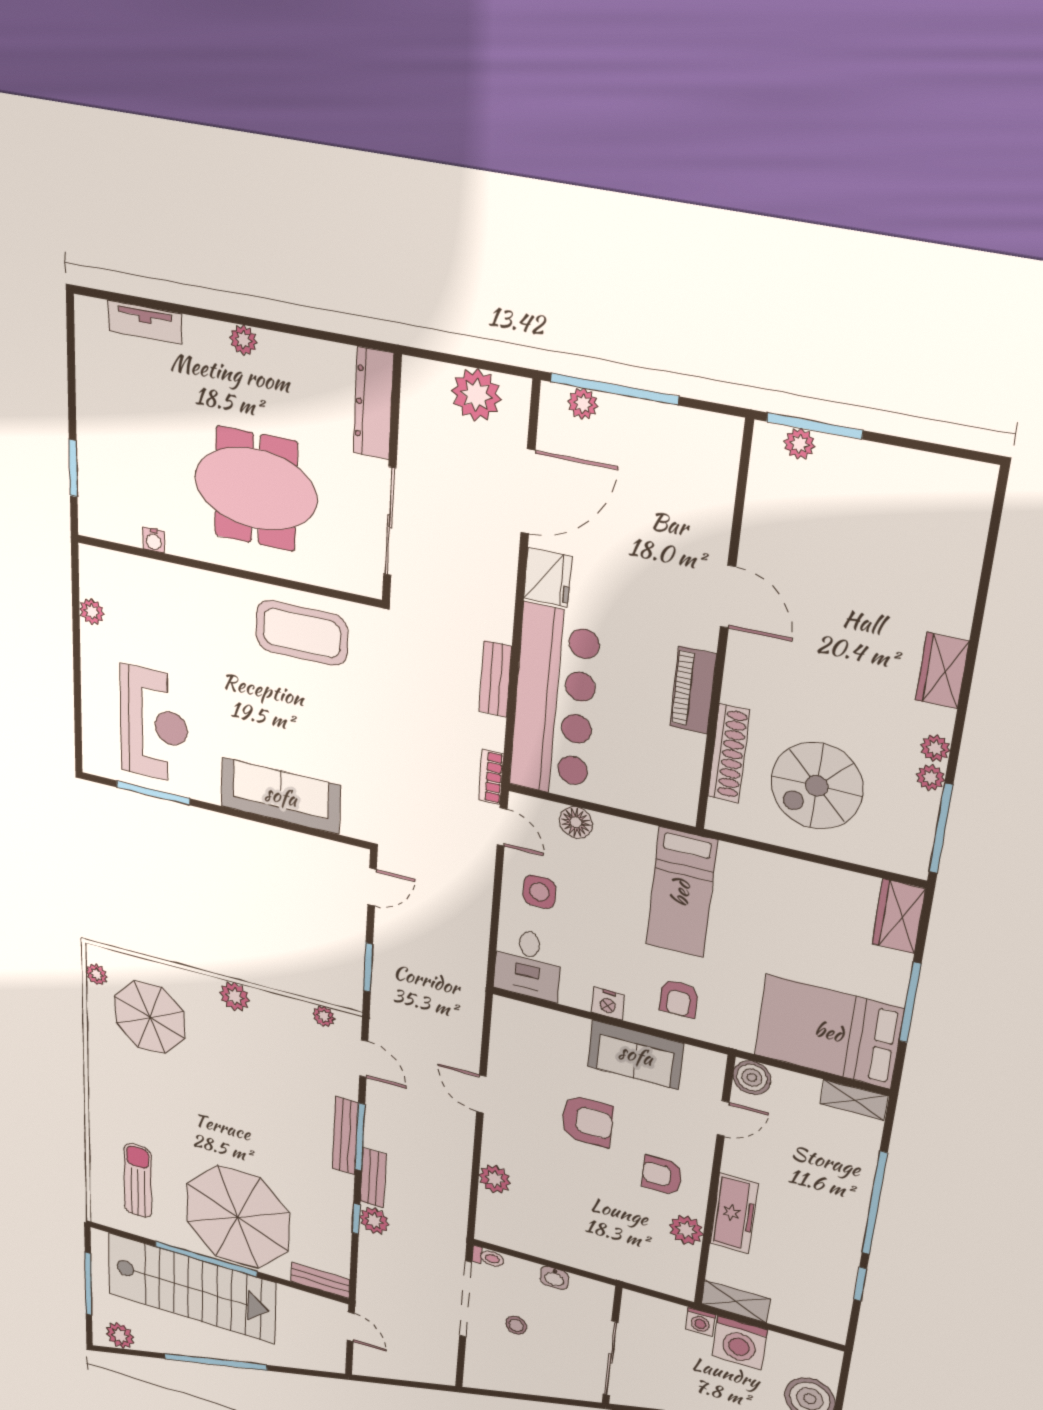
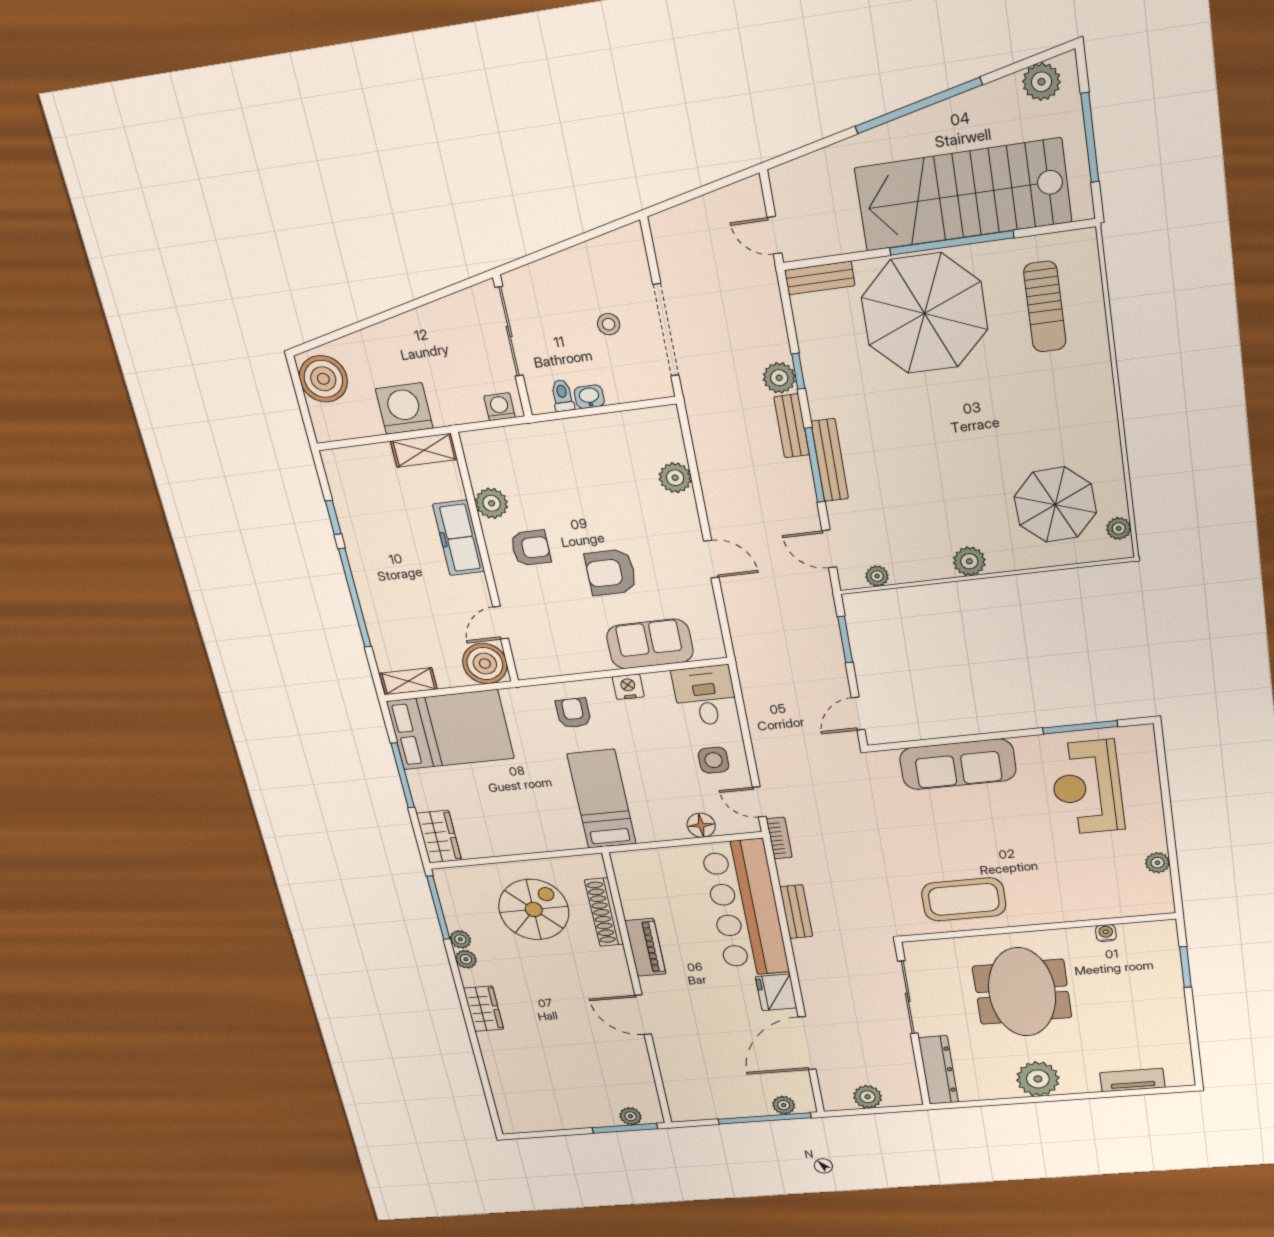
plant: (243, 340) -> (1038, 1079), width x1.88, depth x1.88
plant: (476, 395) -> (868, 1097), width x0.73, depth x0.73
meeting table: (256, 489) -> (1022, 992), turned 90
sofa: (636, 1055) -> (650, 644), moved
boiler: (752, 1078) -> (485, 664), width x1.37, depth x1.37
toilet: (488, 1257) -> (562, 396), moved, turned 90
washing machine: (701, 1322) -> (500, 407), moved

